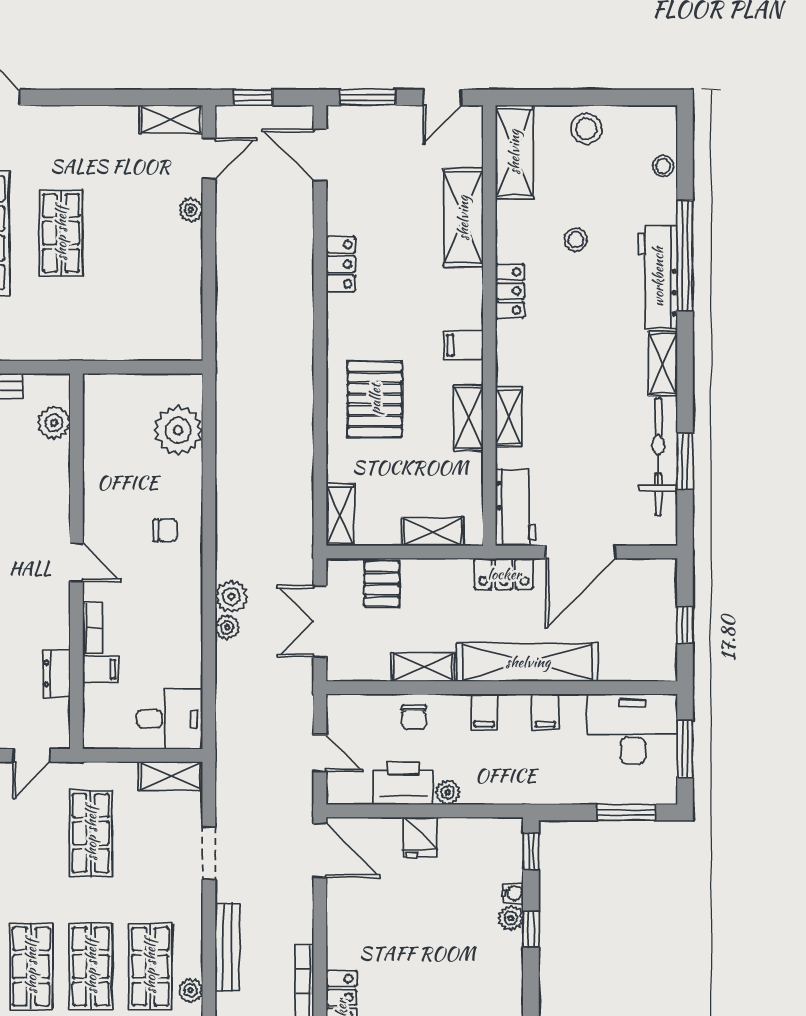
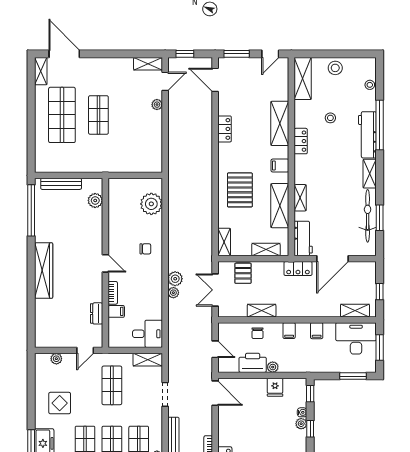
shelving: (463, 218) -> (280, 123), moved
shelving: (468, 418) -> (280, 206), width x1.50, depth x1.33
shelving: (528, 662) -> (355, 311), moved, width x0.45, depth x0.75
fridge: (420, 837) -> (275, 387), moved

